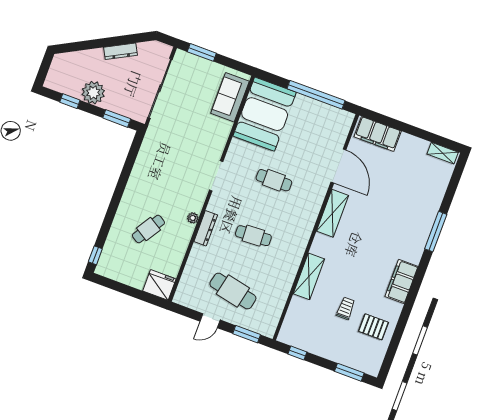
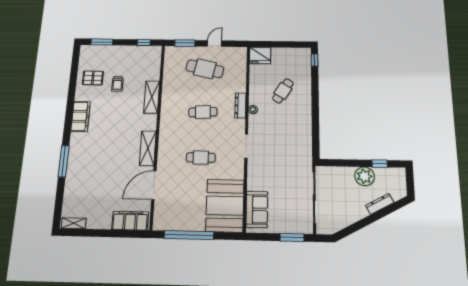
dresser: (121, 51) -> (380, 204), moved
window: (117, 118) -> (339, 163), removed
door: (338, 166) -> (154, 185), hinge flipped

